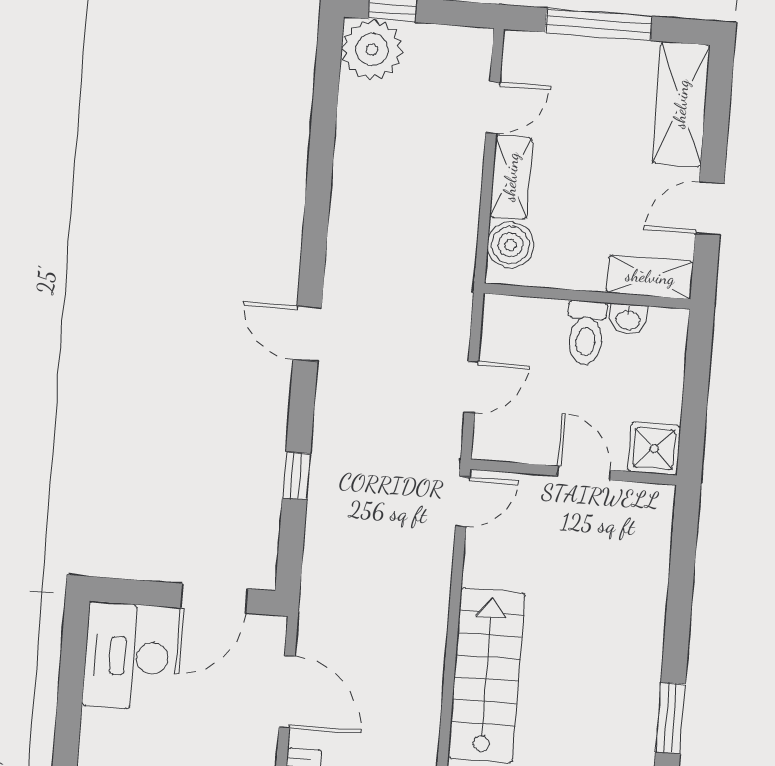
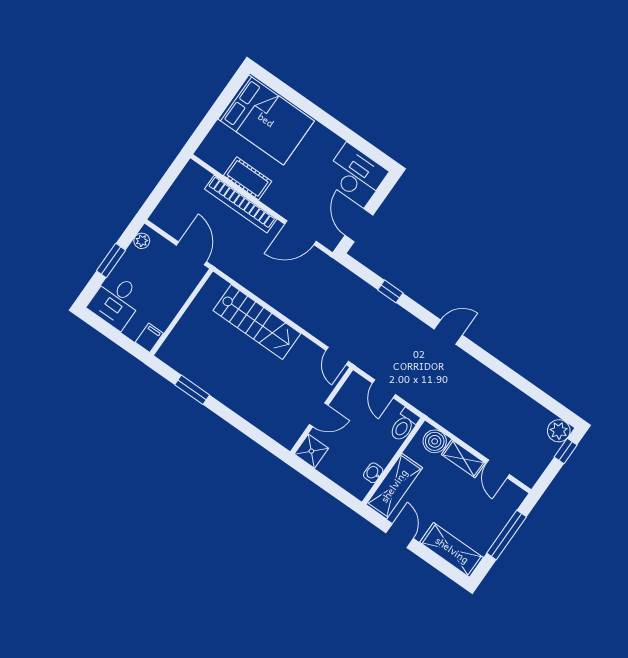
plant: (372, 50) -> (559, 431), width x0.73, depth x0.73
shelving: (650, 277) -> (394, 486), width x1.50, depth x1.33
toilet: (586, 333) -> (404, 425), moved, turned -90

